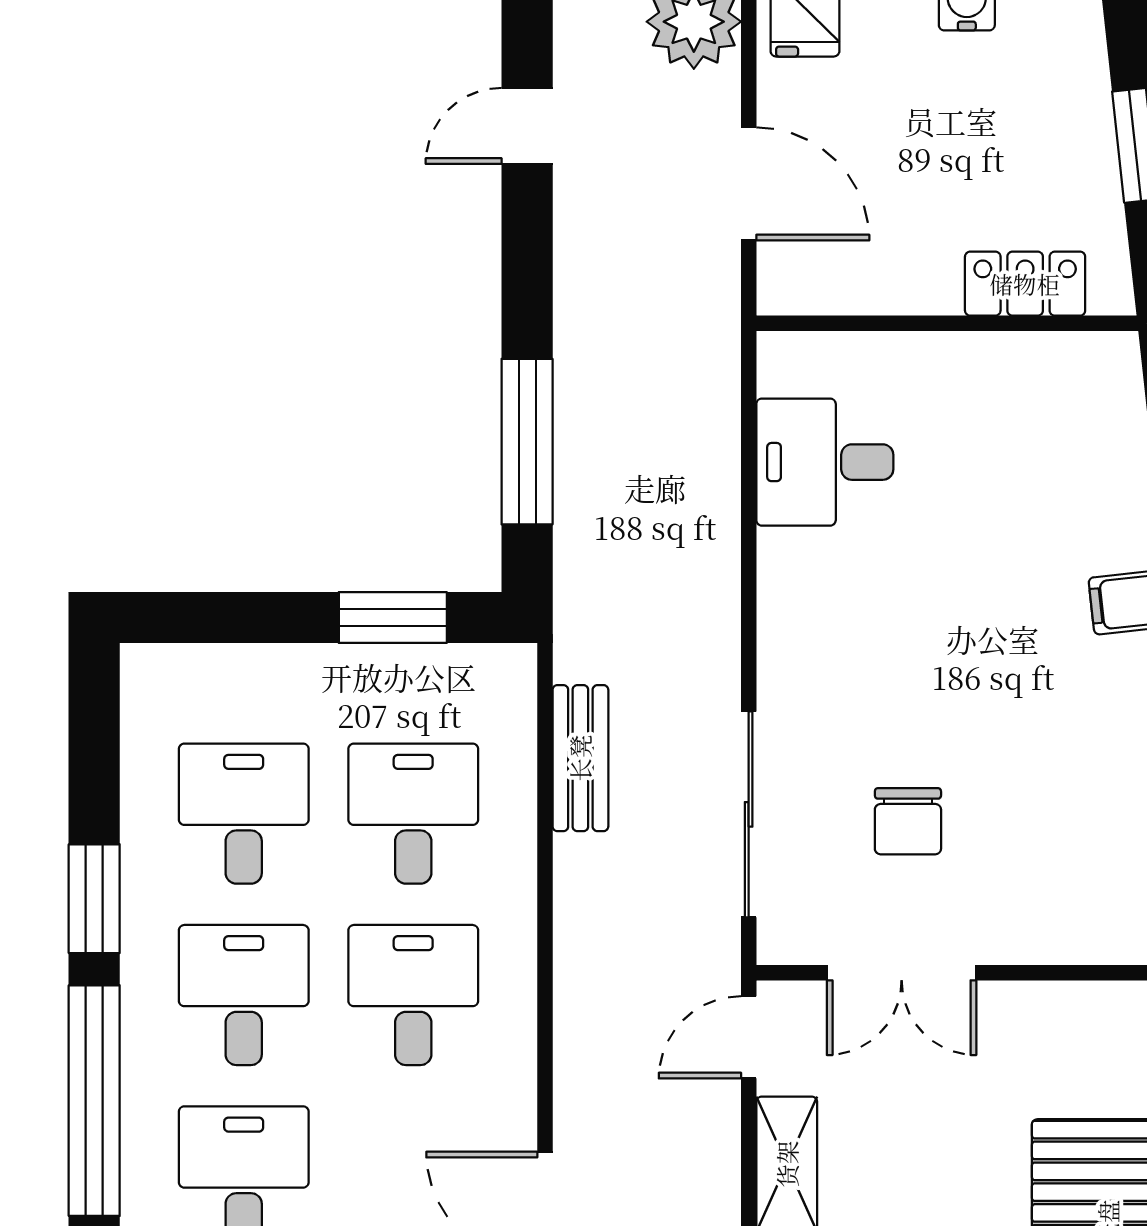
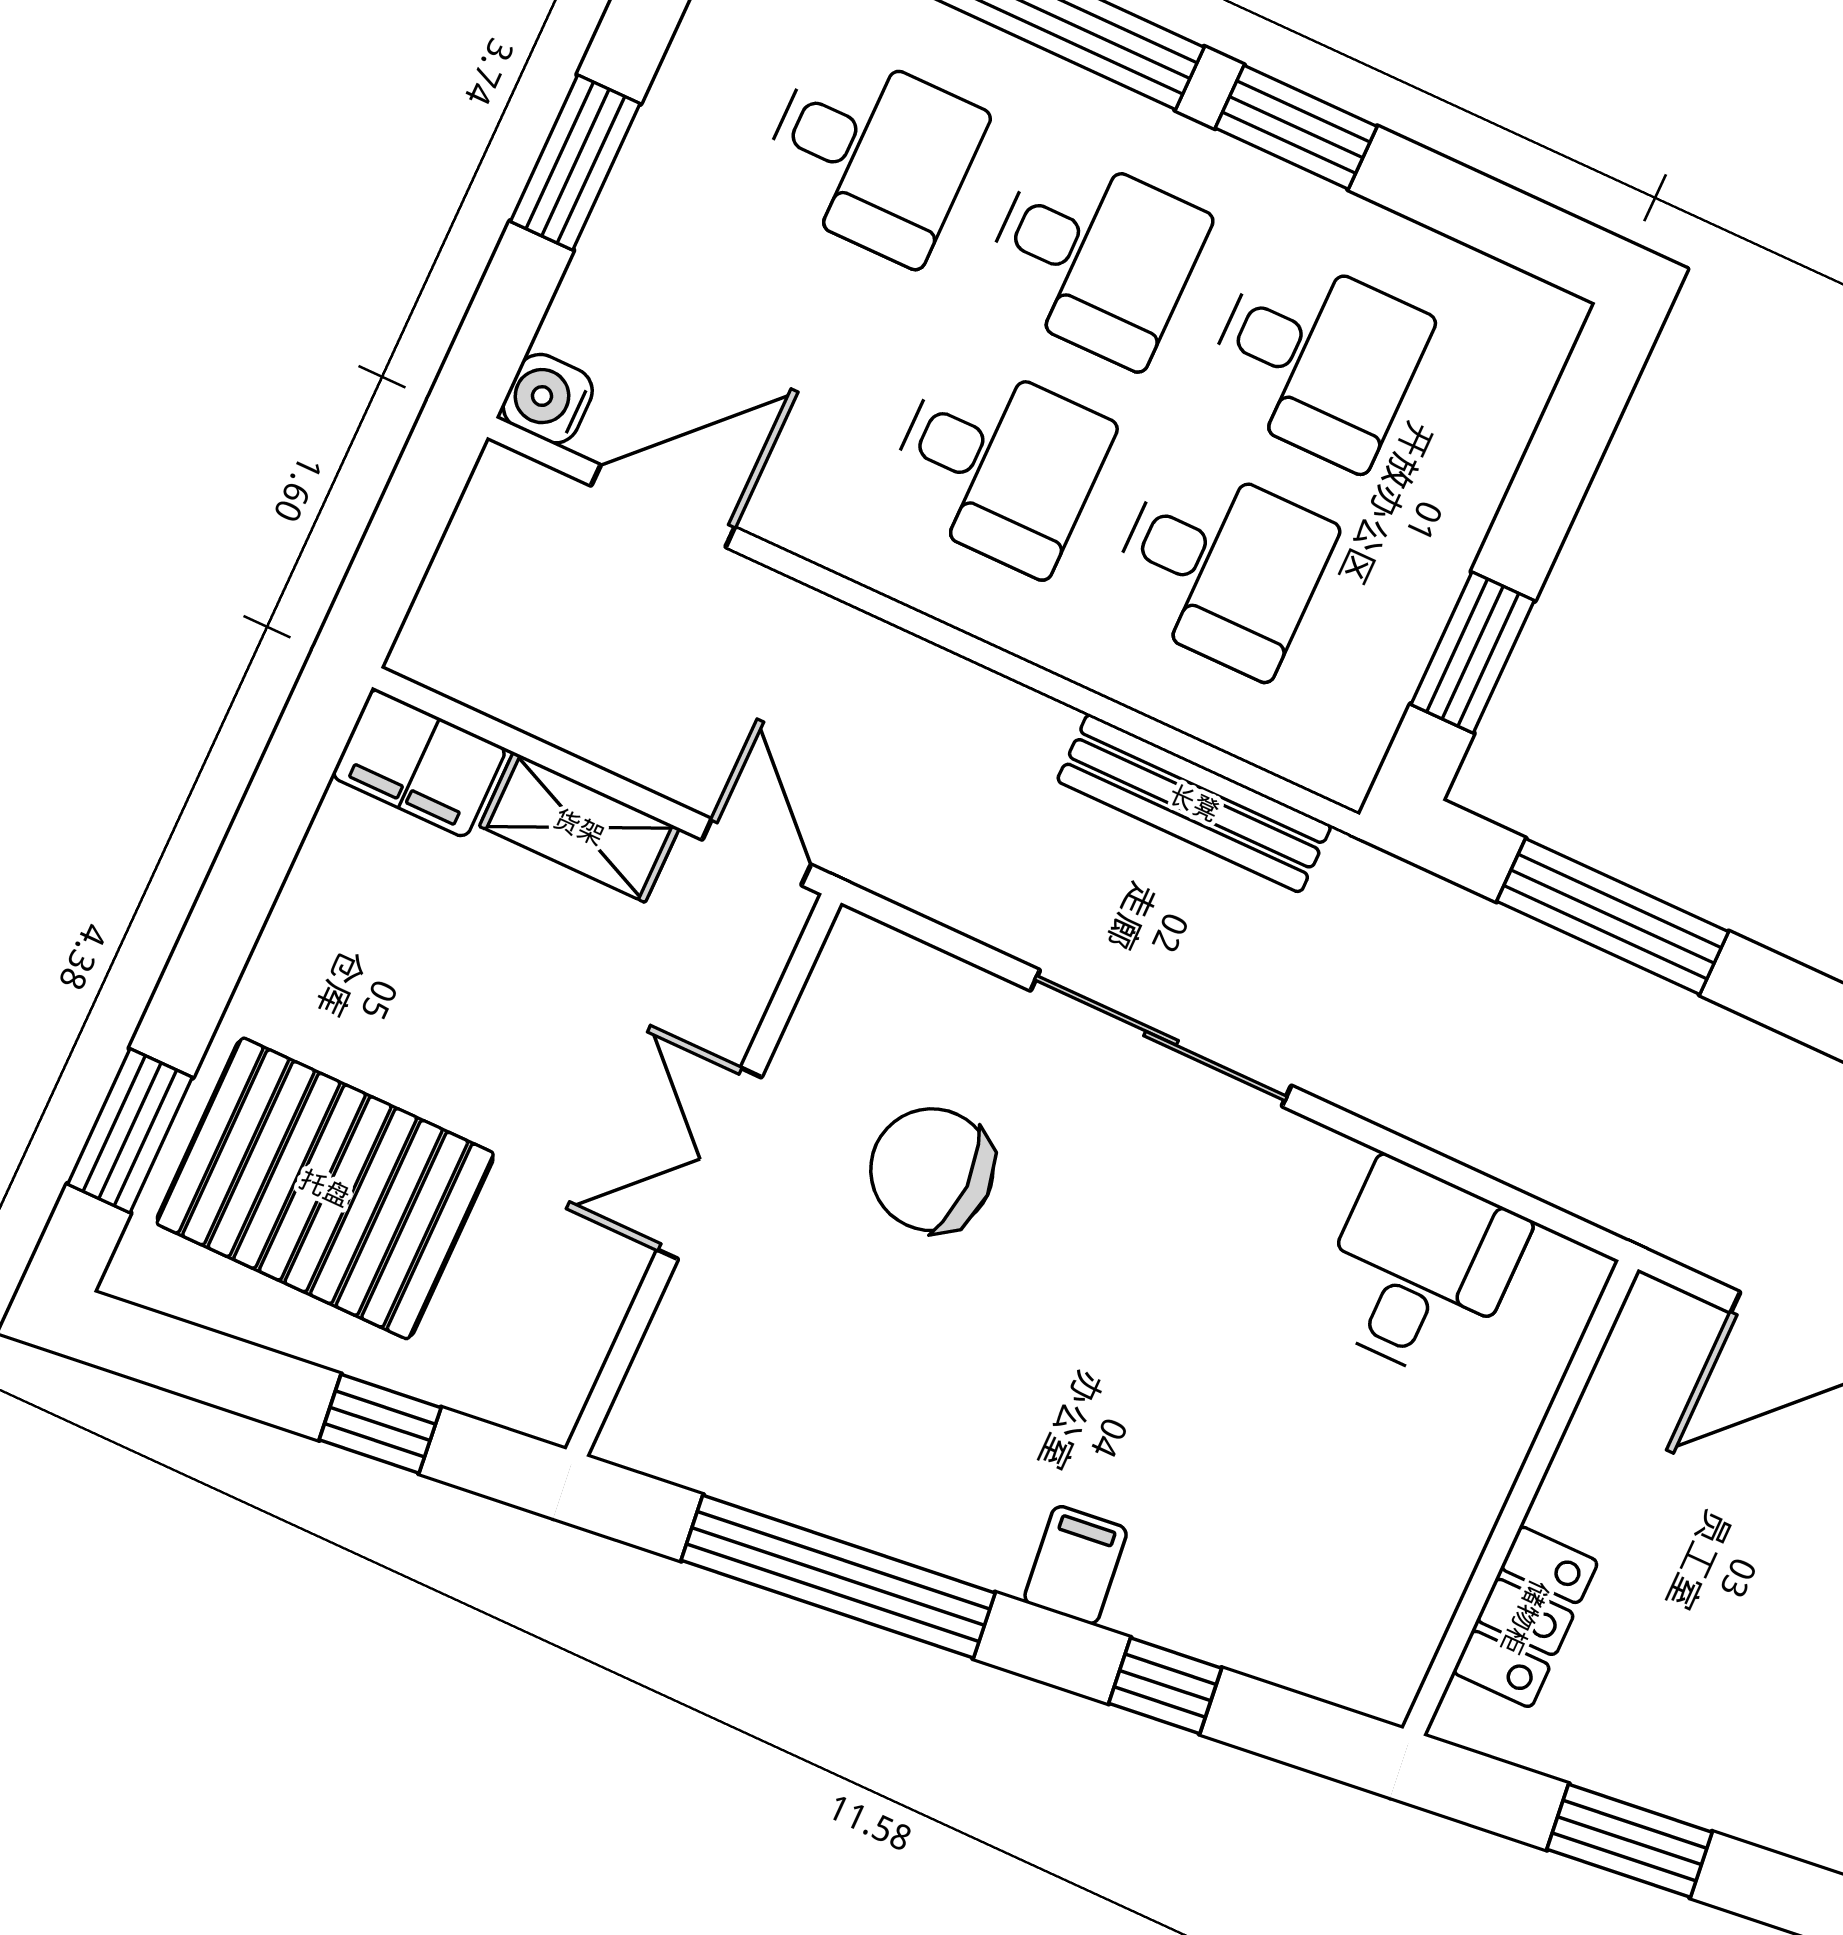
bench: (580, 758) -> (1194, 803), width x1.36
sliding door: (749, 814) -> (1161, 1038), moved
chair: (908, 821) -> (932, 1170), width x1.37, depth x1.37
double door: (902, 973) -> (709, 1163), moved

